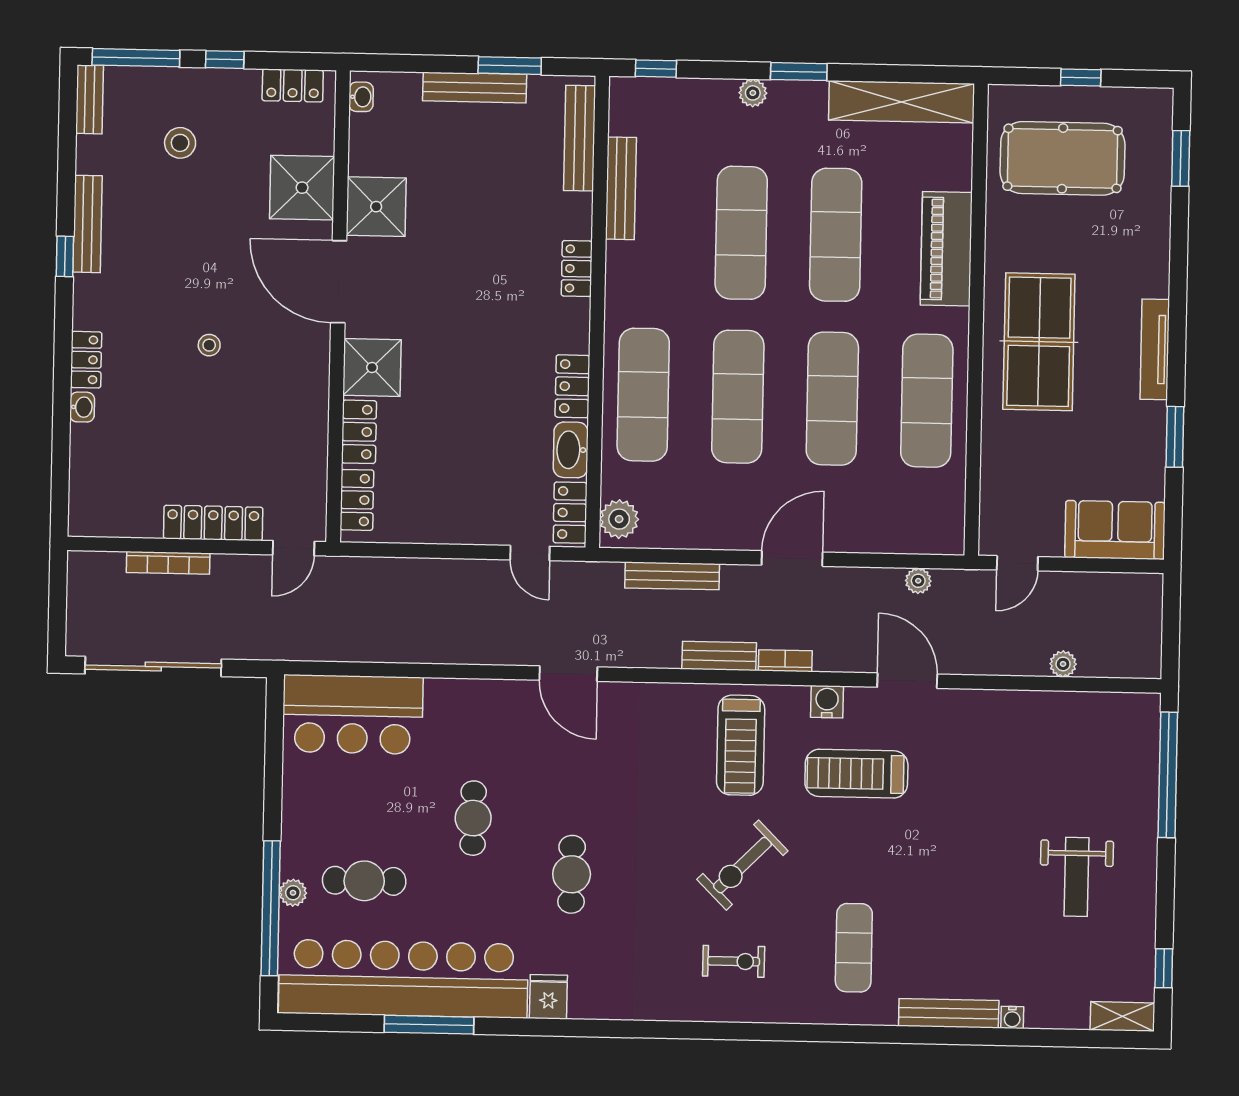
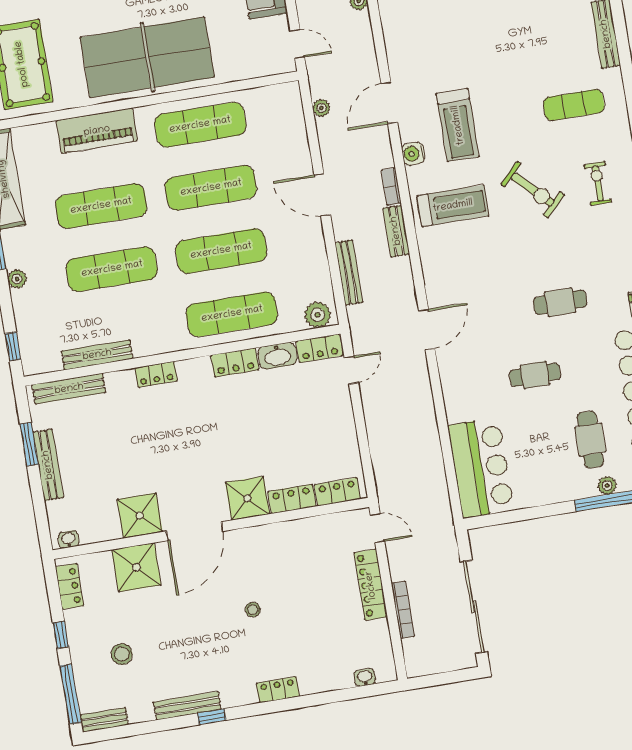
table tennis table: (1039, 342) -> (147, 57), width x1.36, depth x1.32
washbasin: (82, 407) -> (365, 677), moved

